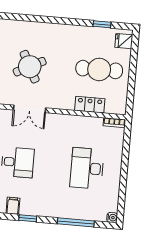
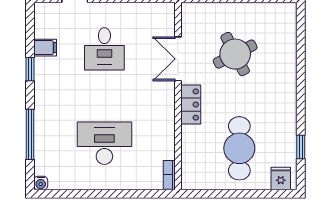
locker: (90, 105) -> (191, 105), moved

